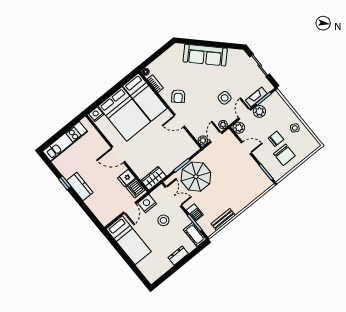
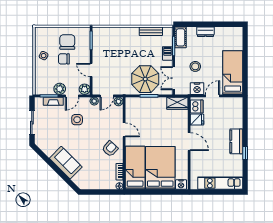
sofa: (205, 55) -> (66, 163), width x0.73

